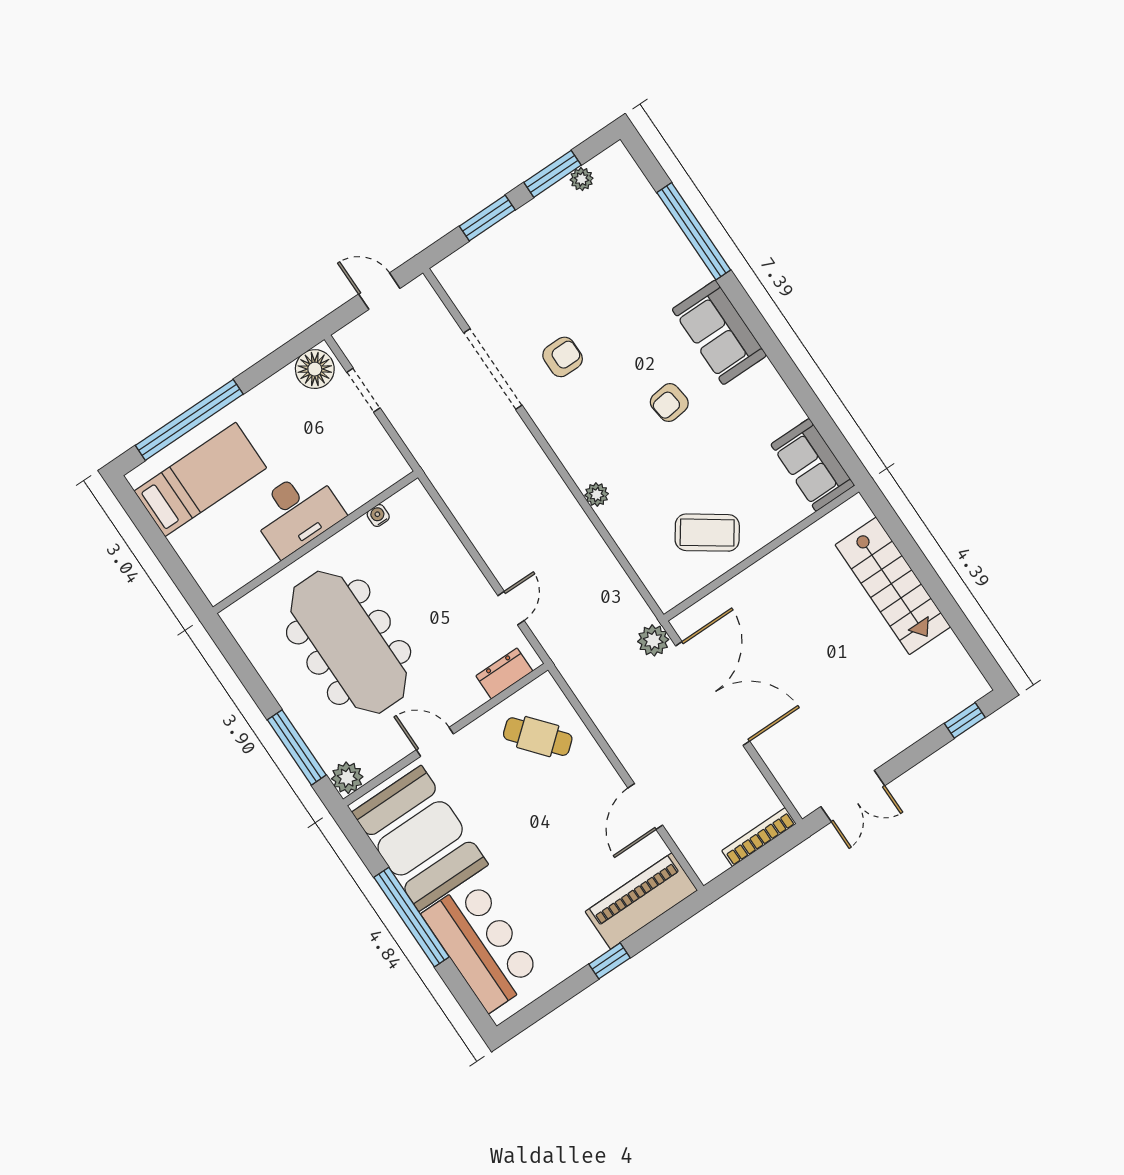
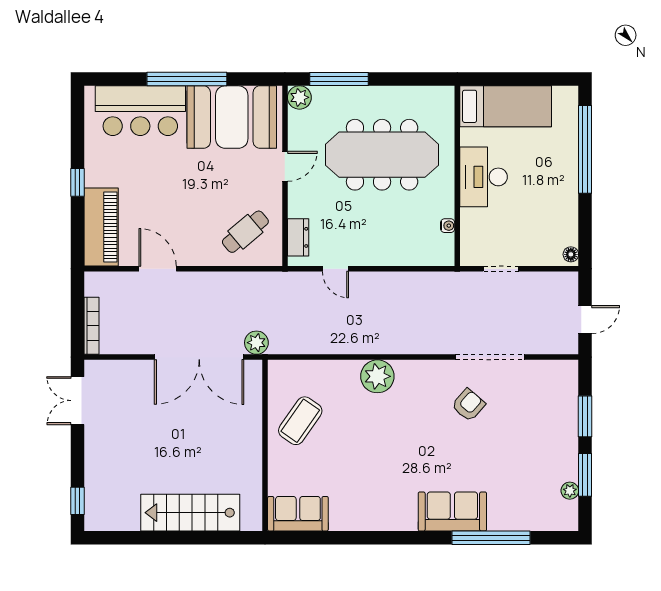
sofa: (719, 332) -> (452, 512), moved
armchair: (563, 357) -> (468, 405), turned -139
floor lamp: (315, 369) -> (571, 254), width x0.53, depth x0.53
doorway: (363, 390) -> (501, 269), moved
armchair: (669, 403) -> (396, 452), removed
bed: (200, 479) -> (506, 106), moved, turned -90
plant: (597, 495) -> (377, 376), width x1.88, depth x1.88

